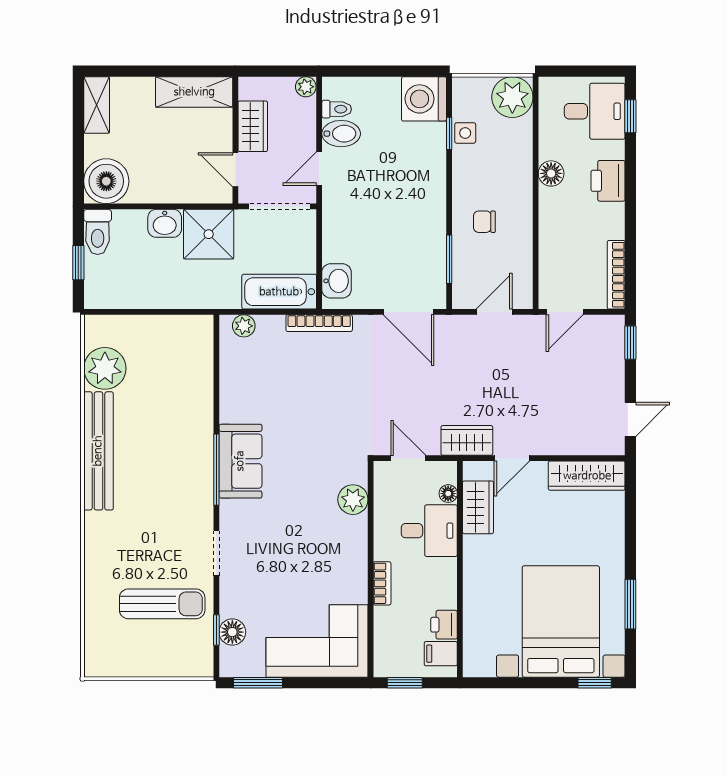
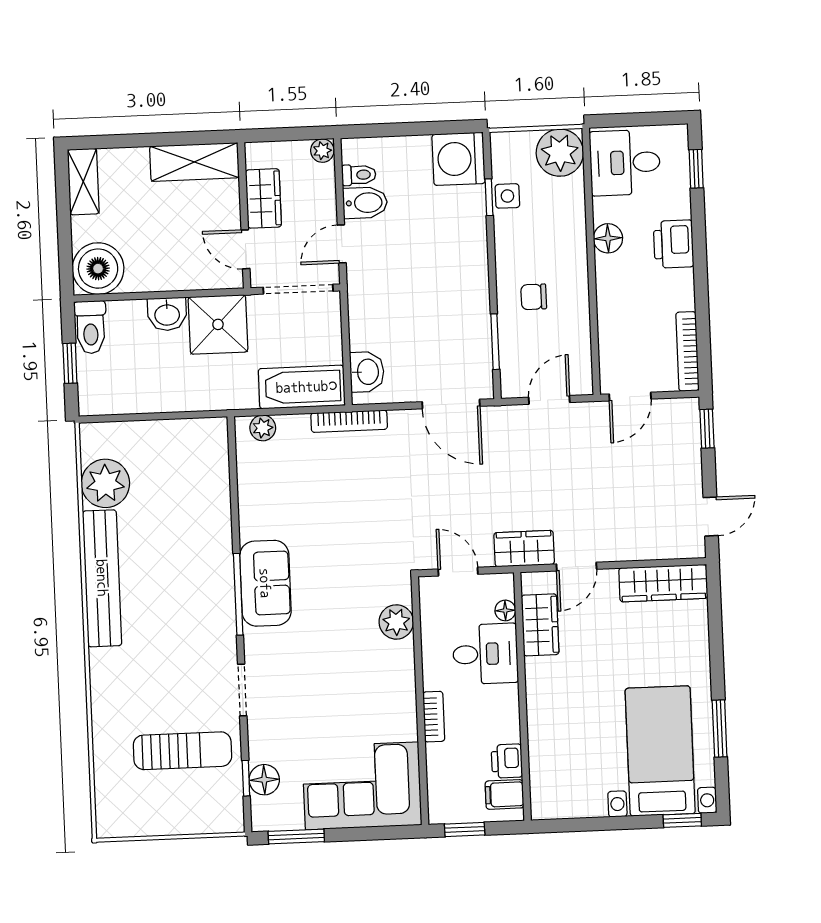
desk: (595, 111) -> (625, 163), moved, turned 180
bed with nightstands: (561, 621) -> (660, 751), width x0.73

